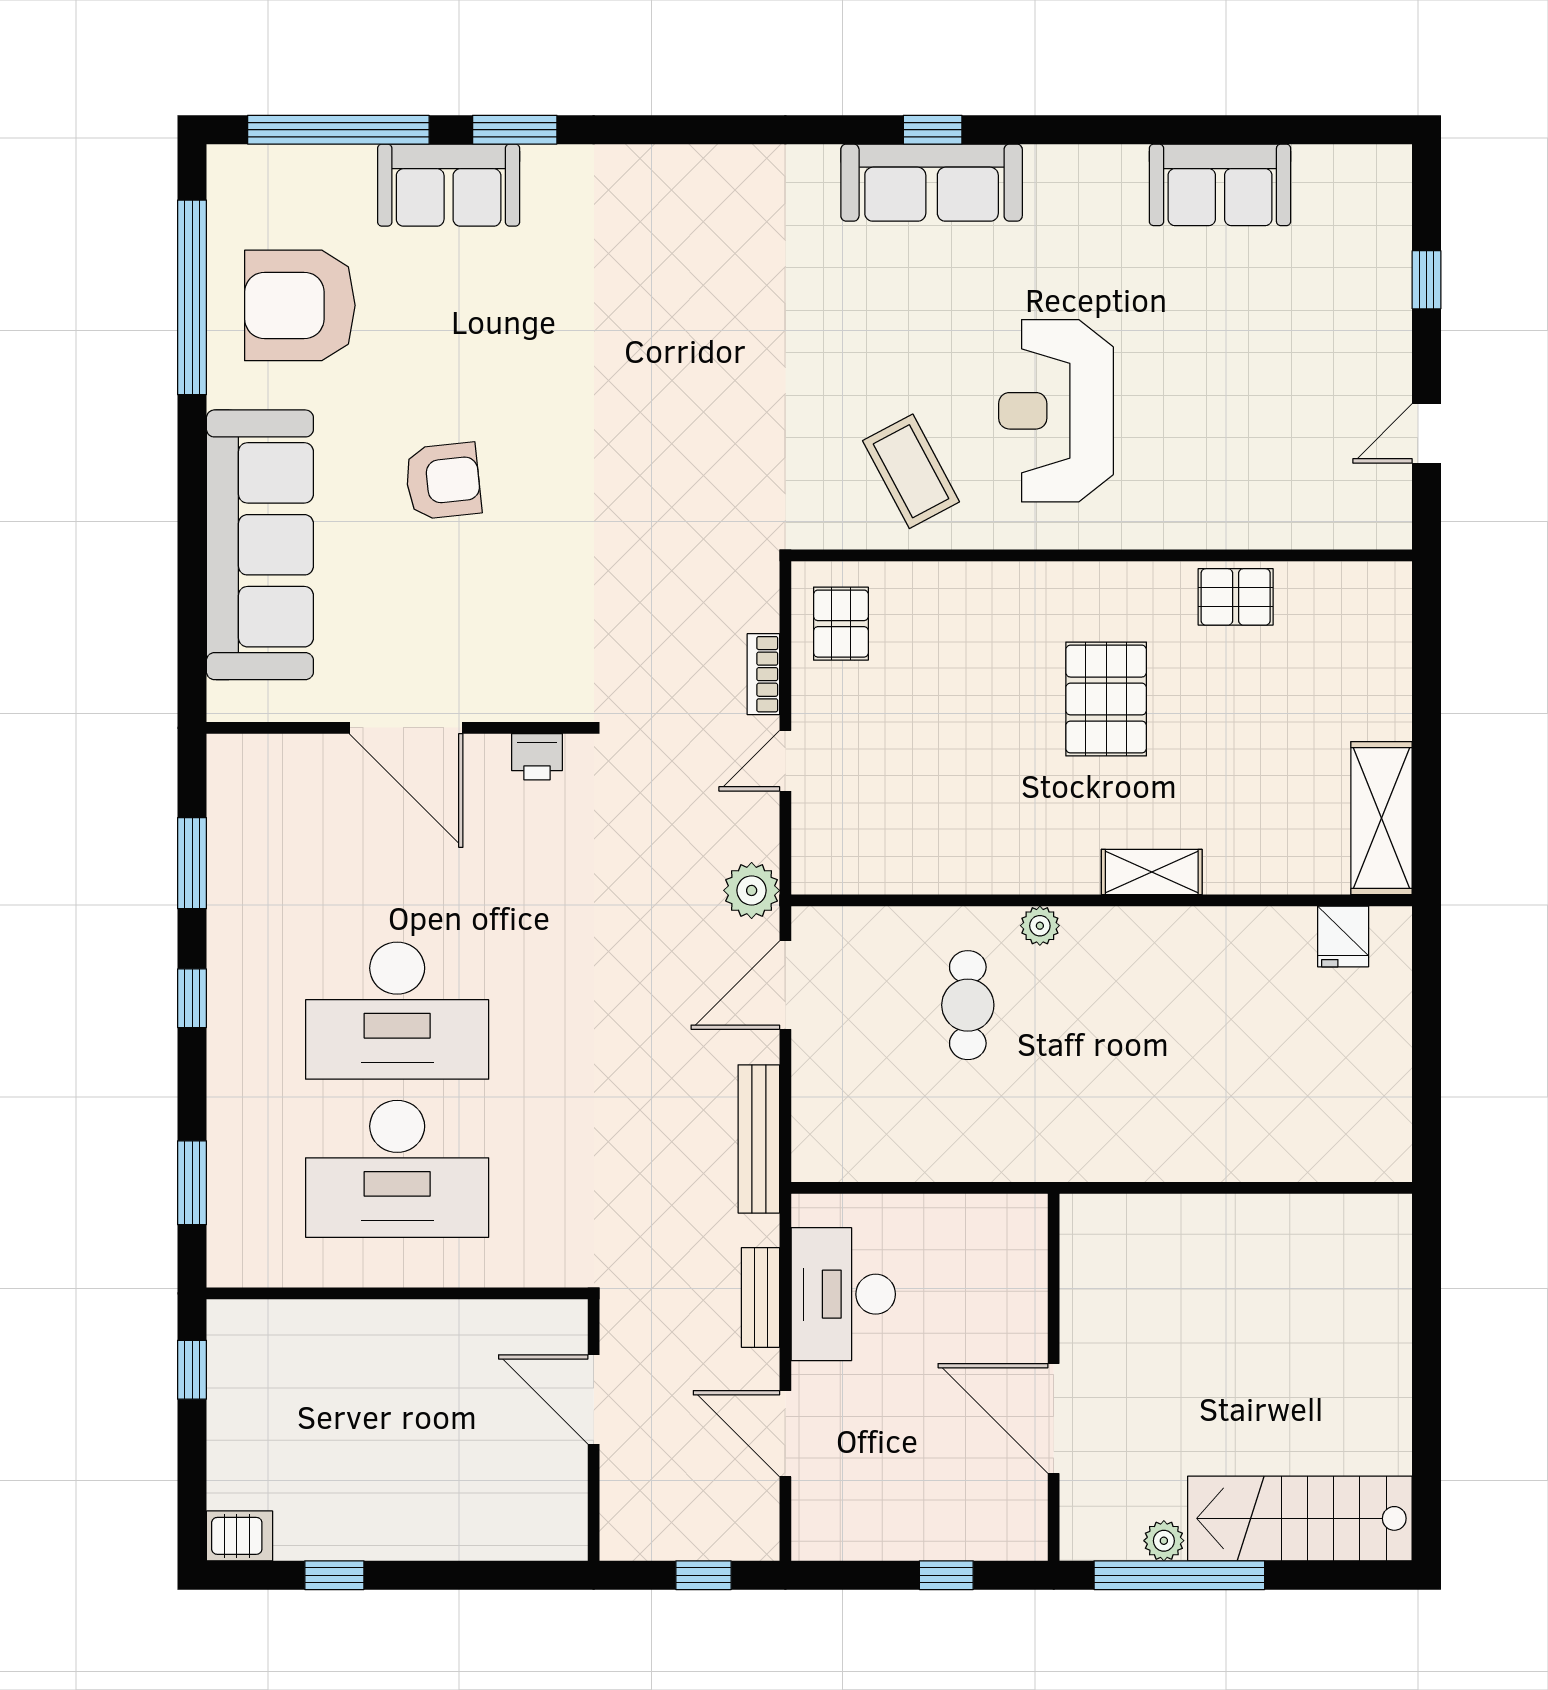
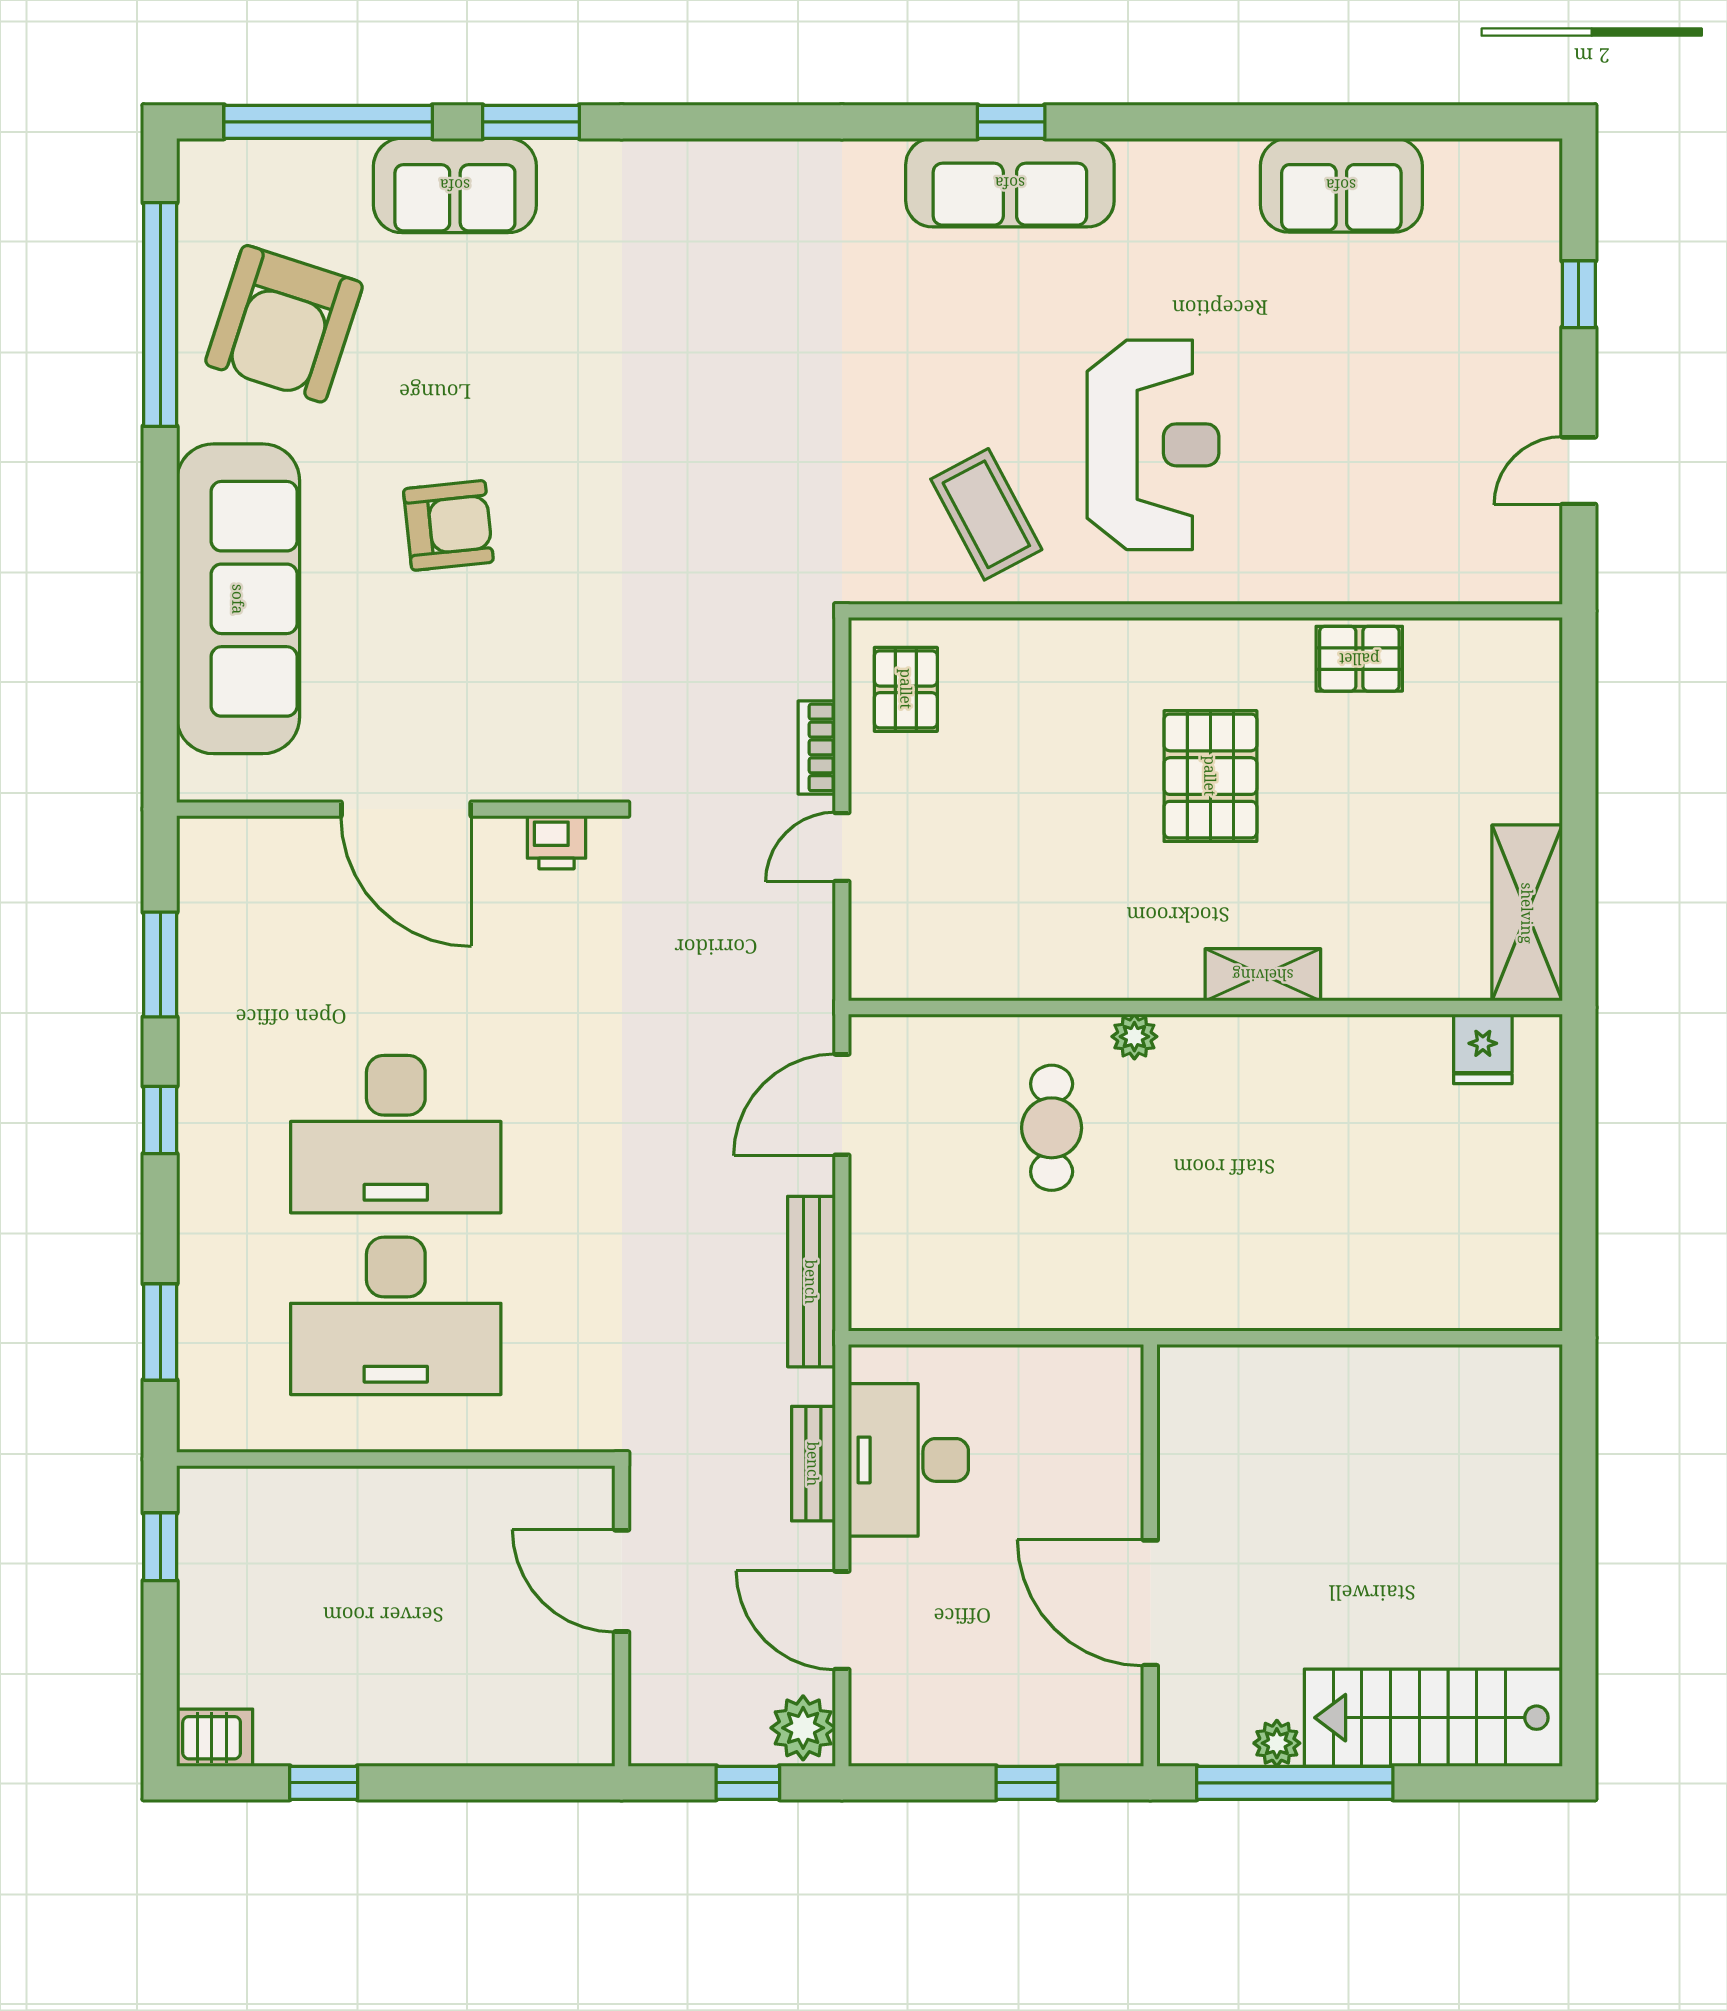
armchair: (300, 305) -> (284, 324), turned -72
reception desk: (1056, 411) -> (1153, 445), turned 180
plant: (752, 890) -> (803, 1728), moved

